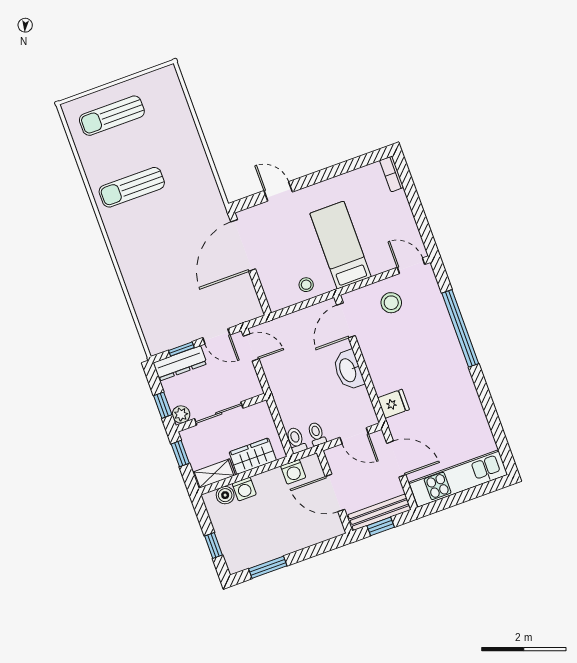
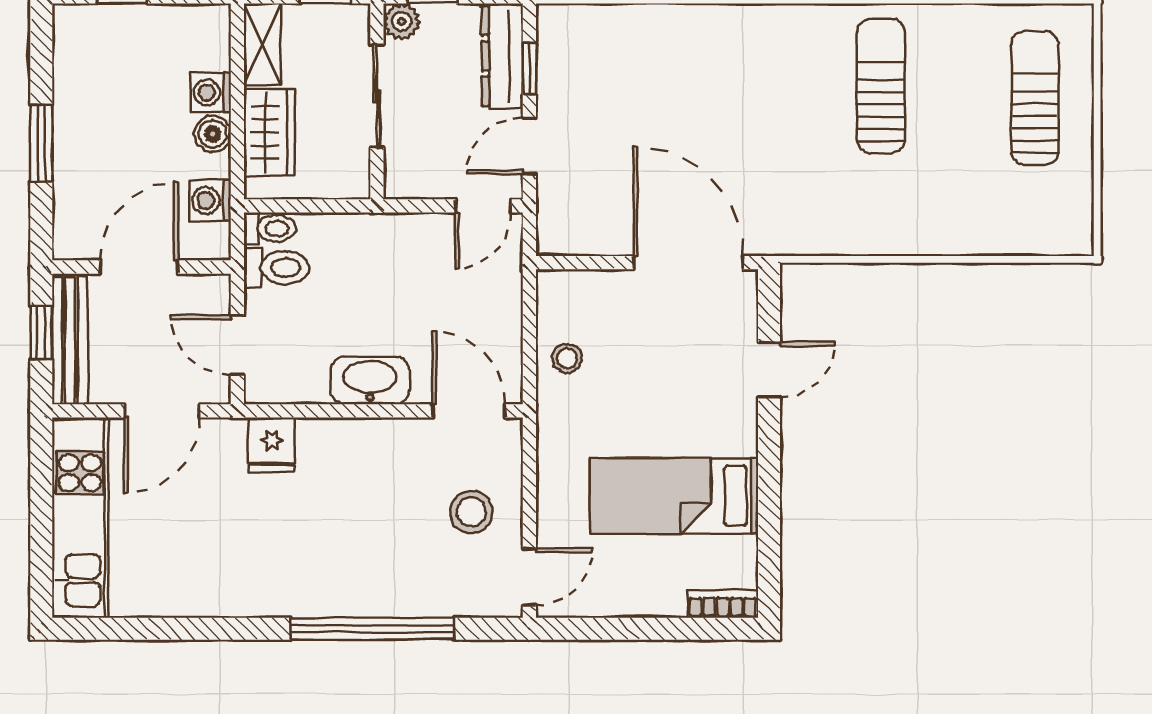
bed: (340, 245) -> (674, 496), moved, turned 180
toilet: (317, 434) -> (277, 268), width x1.37, depth x1.39
door: (354, 436) -> (237, 345), hinge flipped
boiler: (225, 495) -> (213, 134), moved
window: (268, 567) -> (41, 143), moved

